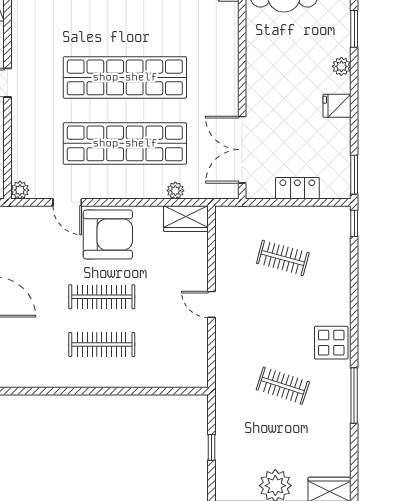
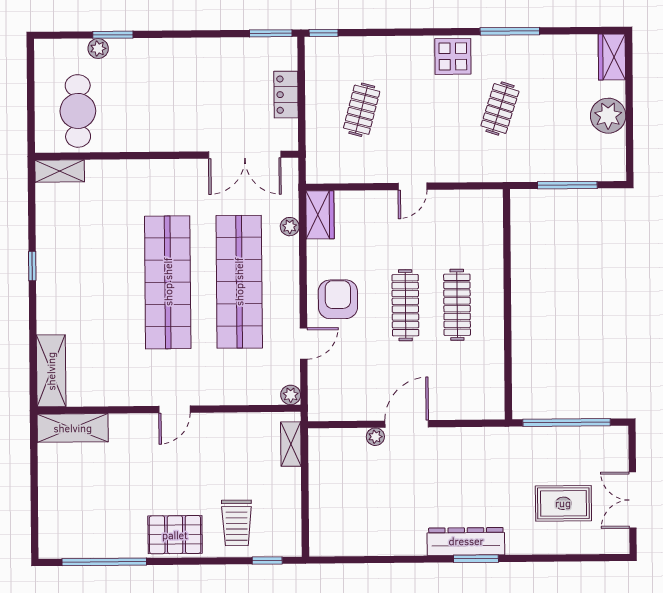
plant: (341, 66) -> (98, 48), moved
fridge: (337, 106) -> (196, 53), removed
armchair: (108, 235) -> (338, 299), width x0.73, depth x0.73
window: (211, 447) -> (567, 185), width x2.17

